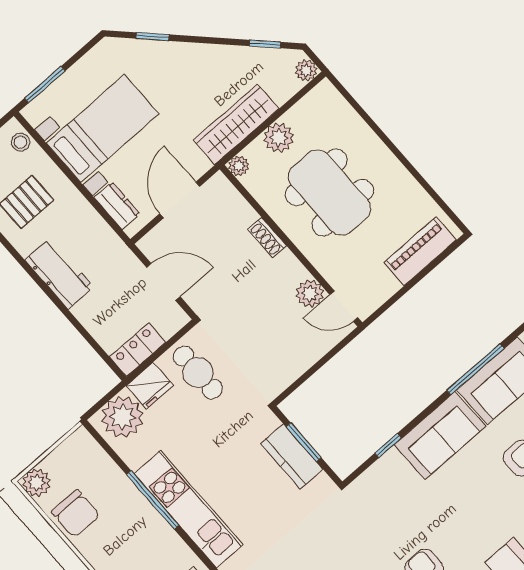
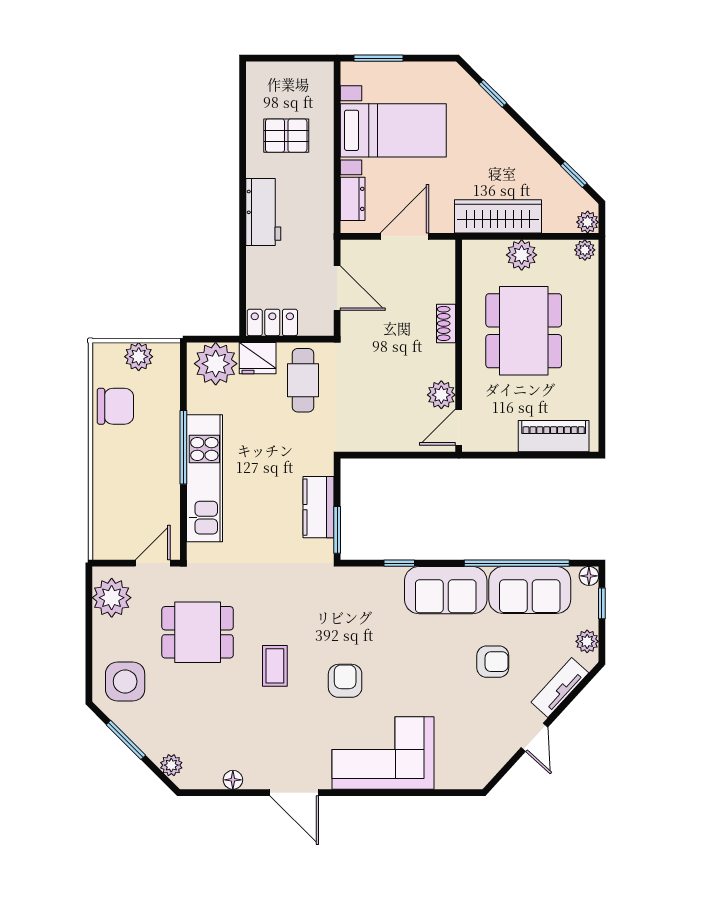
stool: (20, 142) -> (322, 86), removed
plant: (239, 166) -> (585, 250), moved
door: (344, 306) -> (459, 427), hinge flipped
window: (475, 369) -> (517, 563), width x1.46
window: (304, 442) -> (337, 530), moved
plant: (37, 483) -> (139, 357), moved
chair: (76, 514) -> (115, 406), turned -90

